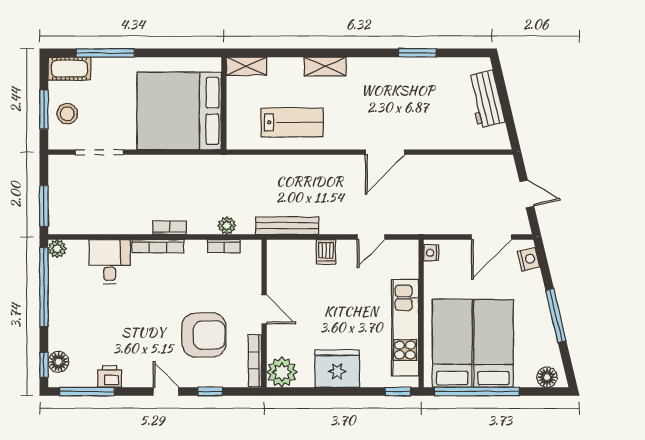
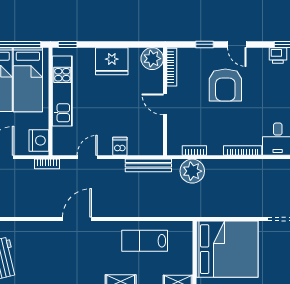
plant: (227, 226) -> (192, 171), width x1.87, depth x1.87
bookcase: (169, 228) -> (47, 164), moved
nightstand: (431, 253) -> (39, 140), width x1.89, depth x1.79
armchair: (204, 335) -> (225, 85), moved, turned -90

